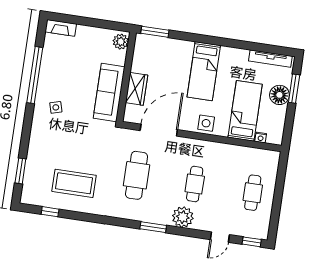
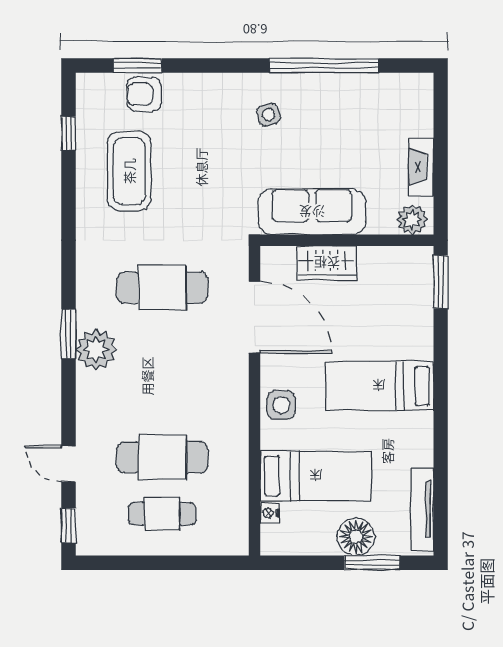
fireplace: (61, 28) -> (421, 167), moved
armchair: (36, 170) -> (144, 94), added
cafe table: (195, 184) -> (162, 457), moved, width x1.37, depth x1.35
plant: (183, 217) -> (96, 350), moved

